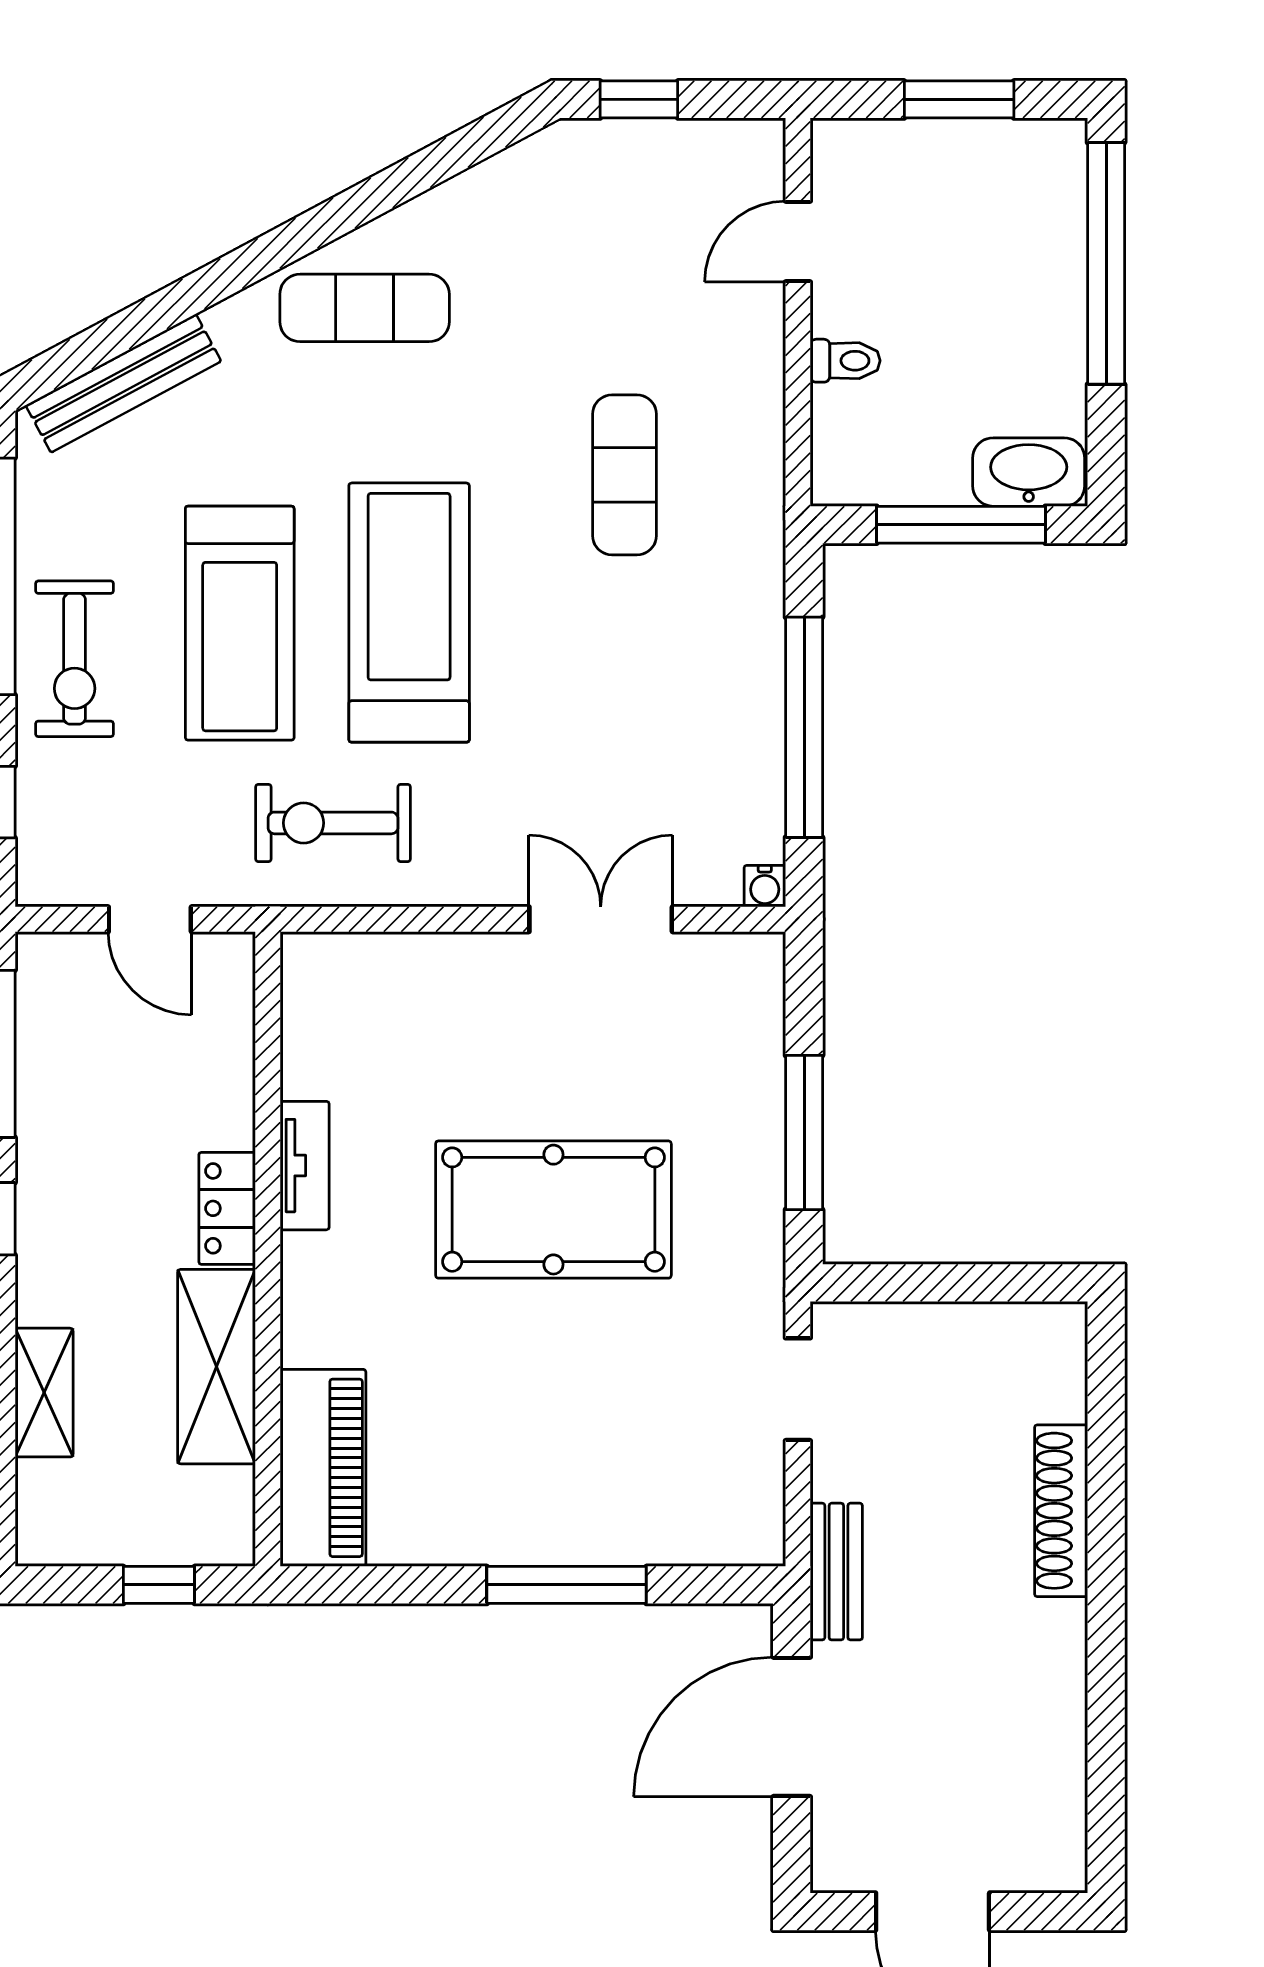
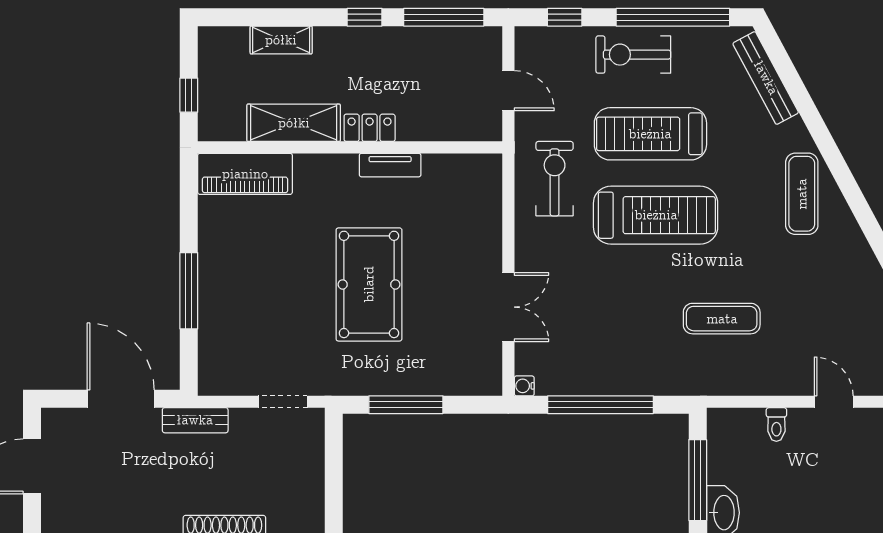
door: (150, 919) -> (508, 91), swing flipped

